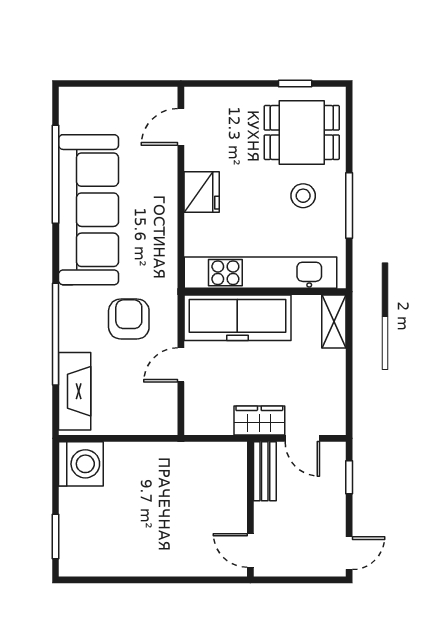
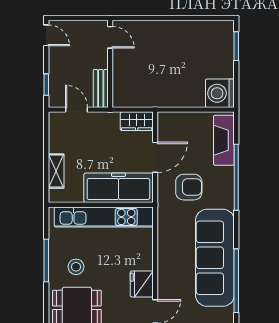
fridge: (202, 192) -> (142, 284), moved
armchair: (129, 319) -> (189, 187), turned -90
shelving: (334, 322) -> (56, 171), moved
door: (181, 365) -> (155, 157), width x1.38
wardrobe: (259, 421) -> (137, 121), moved
door: (349, 553) -> (46, 35), swing flipped

